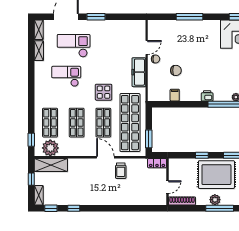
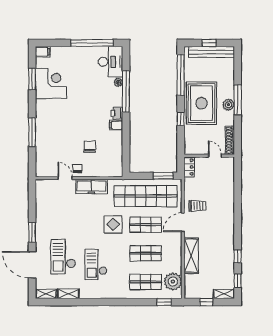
filing cabinet: (175, 95) -> (116, 125), moved
shelving: (51, 165) -> (191, 256), moved

